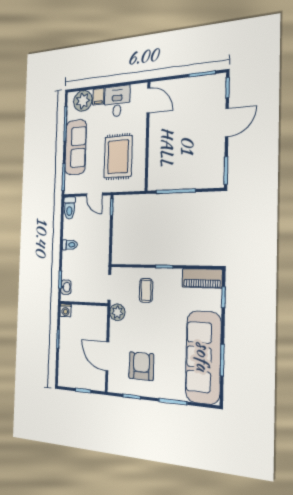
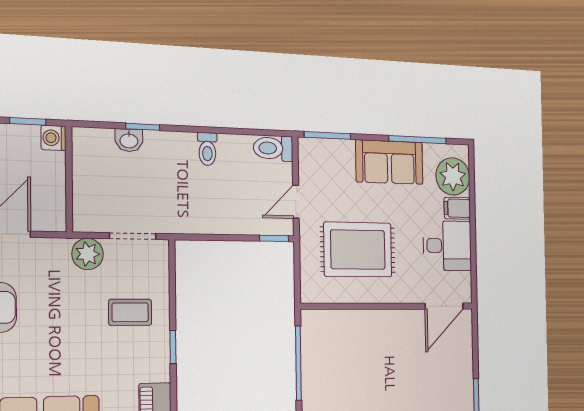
sofa: (76, 147) -> (389, 162), width x0.73
wall: (84, 303) -> (69, 179), moved
washing machine: (65, 310) -> (53, 138), moved

